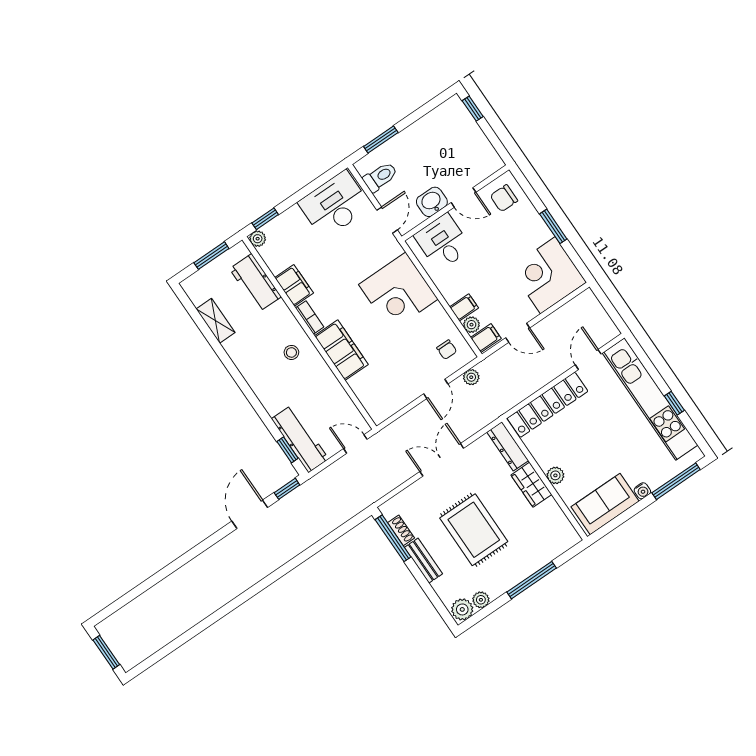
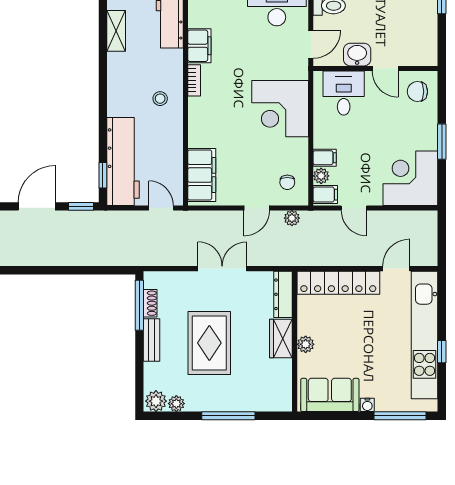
filing cabinet: (341, 350) -> (202, 175), moved
workbench: (300, 439) -> (123, 161), width x1.36, depth x1.32

